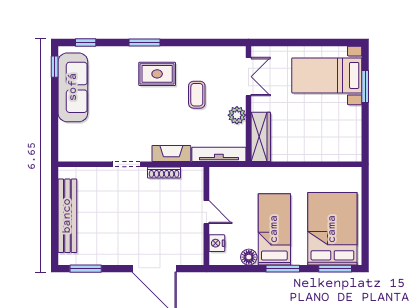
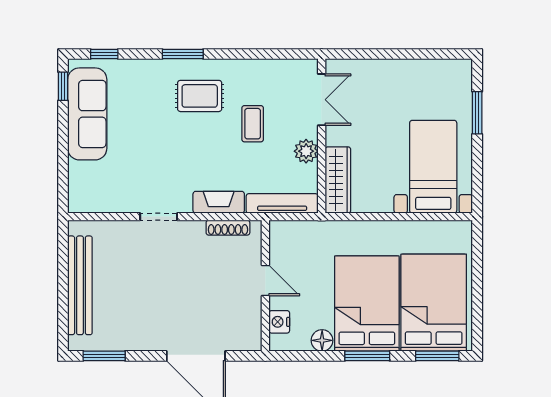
bed with nightstands: (327, 75) -> (433, 167), moved, turned 90
shoe rack: (164, 173) -> (228, 228), moved
bed: (274, 229) -> (367, 304), width x1.50

